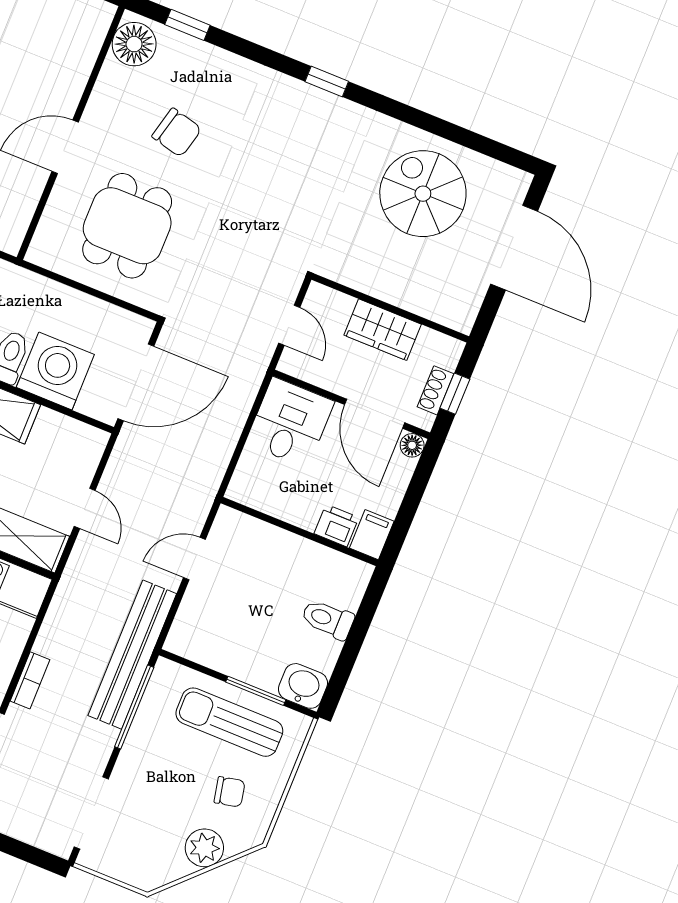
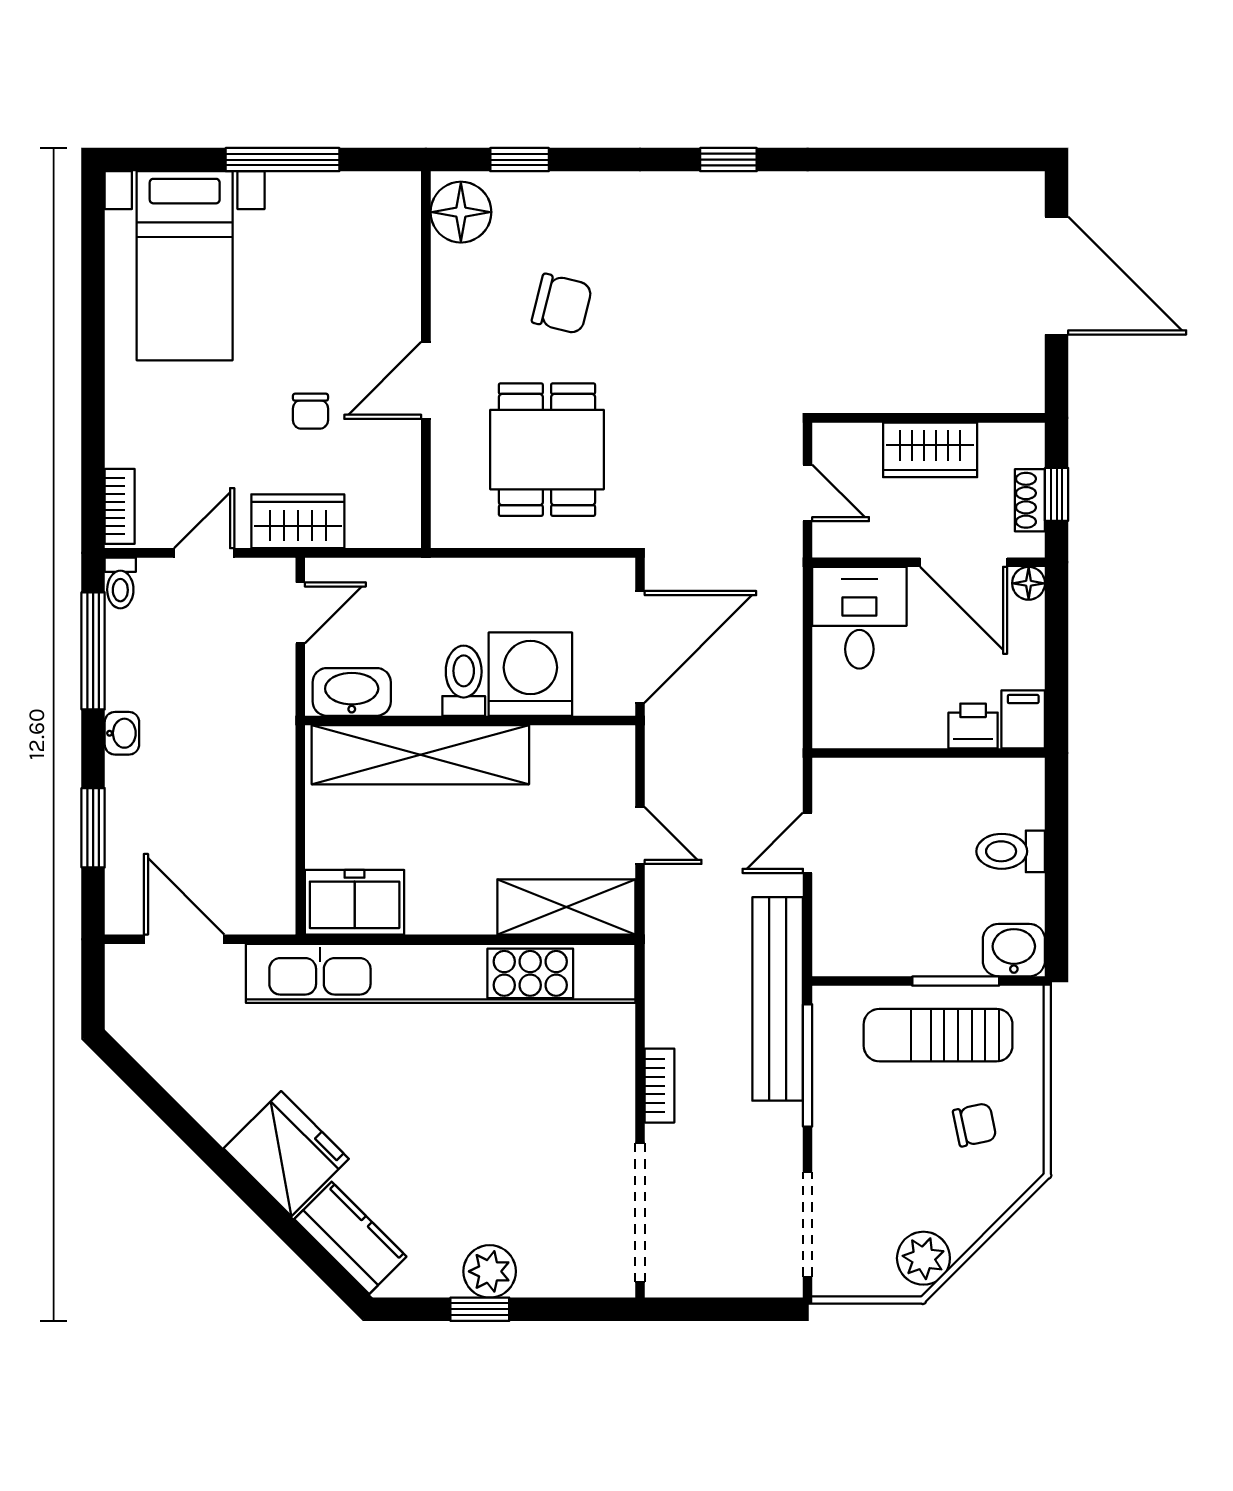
spiral stairs: (423, 194) -> (911, 254), removed
plant: (204, 848) -> (923, 1258), moved

